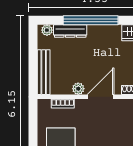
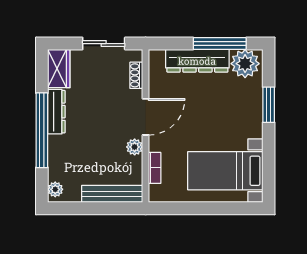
dresser: (70, 31) -> (56, 112), moved
door: (101, 97) -> (146, 117), swing flipped

